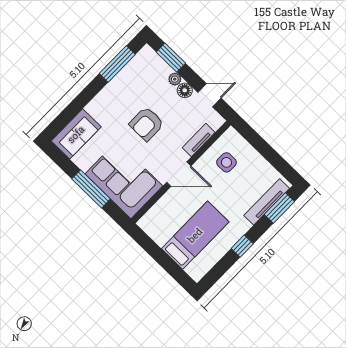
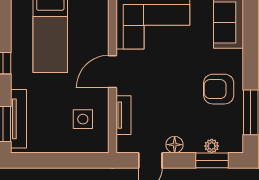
plant: (175, 79) -> (212, 146), moved
armchair: (147, 124) -> (219, 89), moved, turned -90

